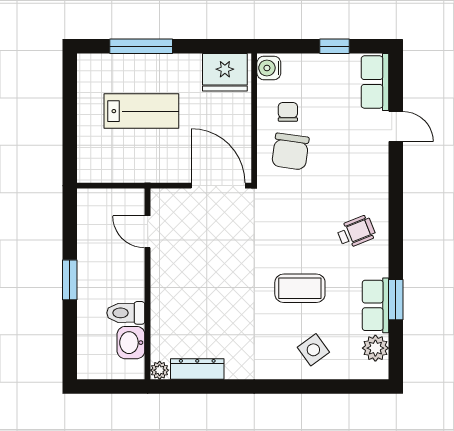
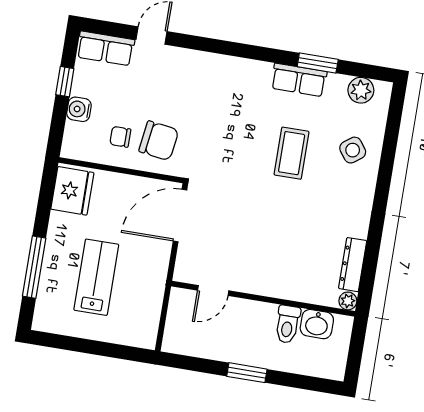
water cooler: (269, 68) -> (79, 109), moved, turned 90
wheelchair: (356, 232) -> (246, 90), removed
row of seats: (376, 305) -> (299, 80), moved

